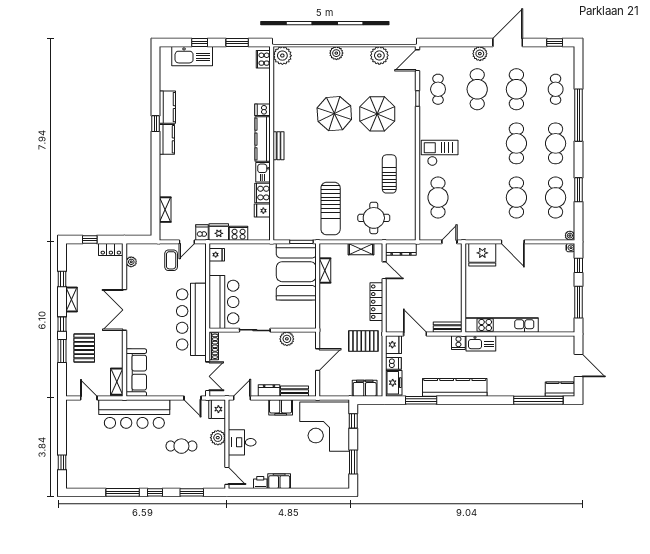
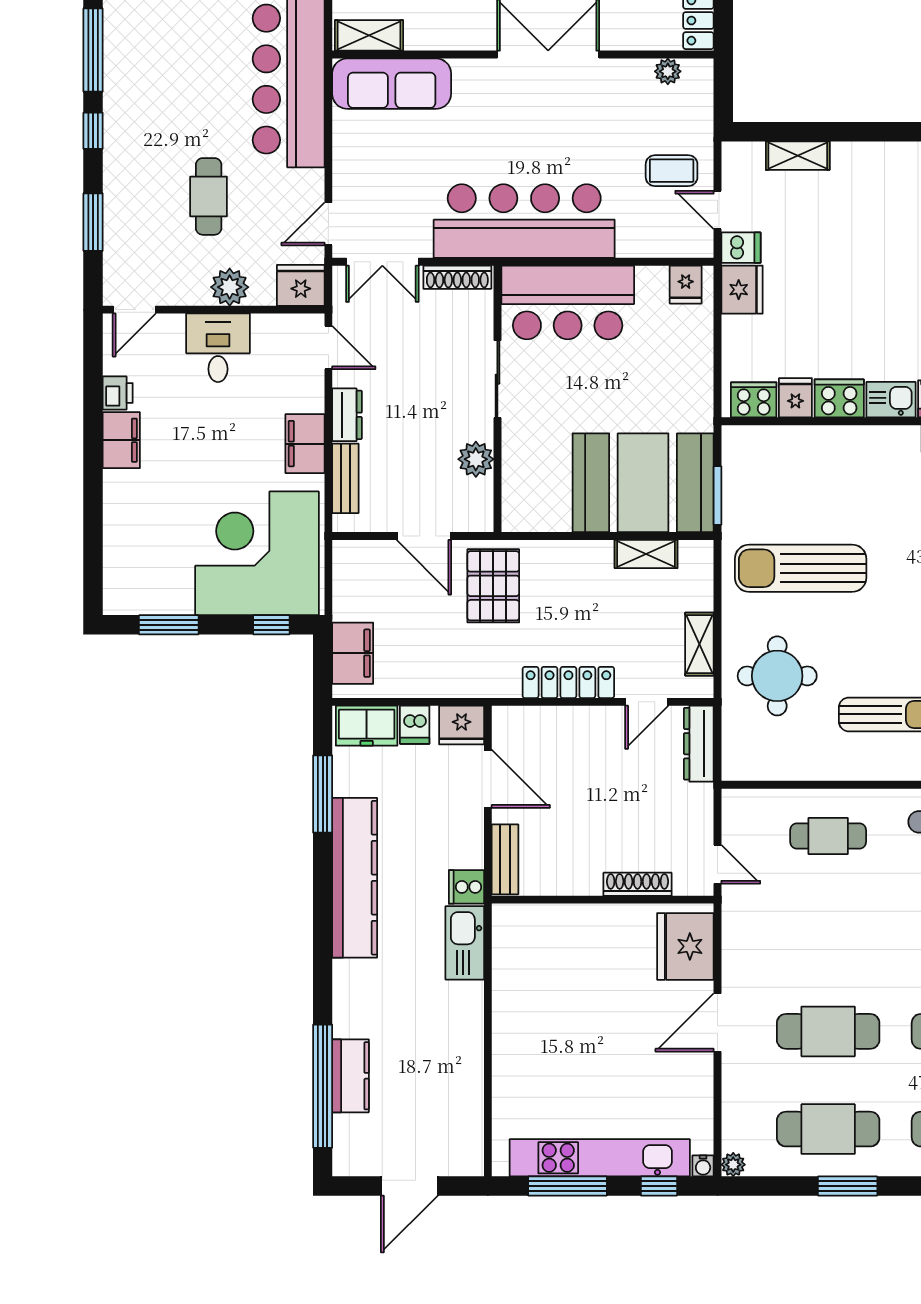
cafe table: (438, 197) -> (828, 836), width x0.73, depth x0.74
cooker: (239, 233) -> (754, 400), moved, turned -90
shoe rack: (457, 274) -> (638, 884), added
kitchen unit: (502, 325) -> (600, 1158), moved, turned -90
door: (415, 334) -> (488, 779), hinge flipped
pallet: (363, 341) -> (493, 586), moved
kitchen counter: (560, 389) -> (351, 1076), moved

